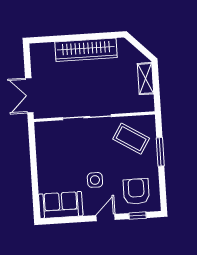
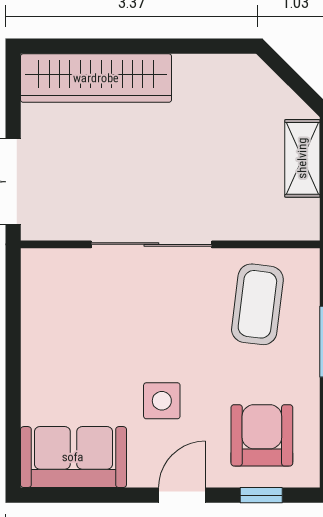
wardrobe: (86, 50) -> (96, 78), moved
coffee table: (131, 139) -> (257, 304), turned 65

